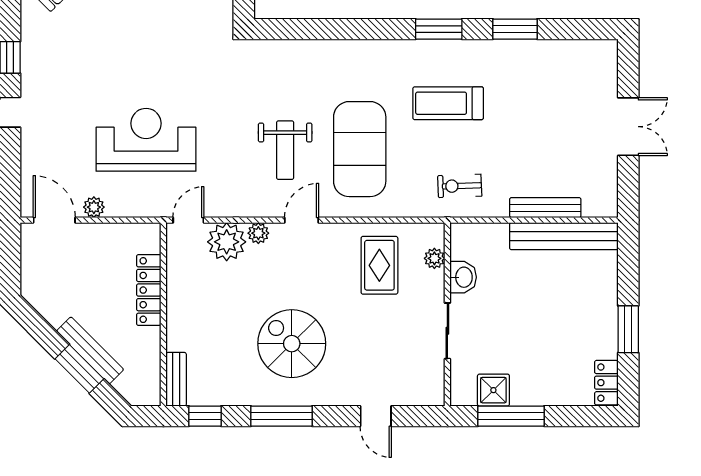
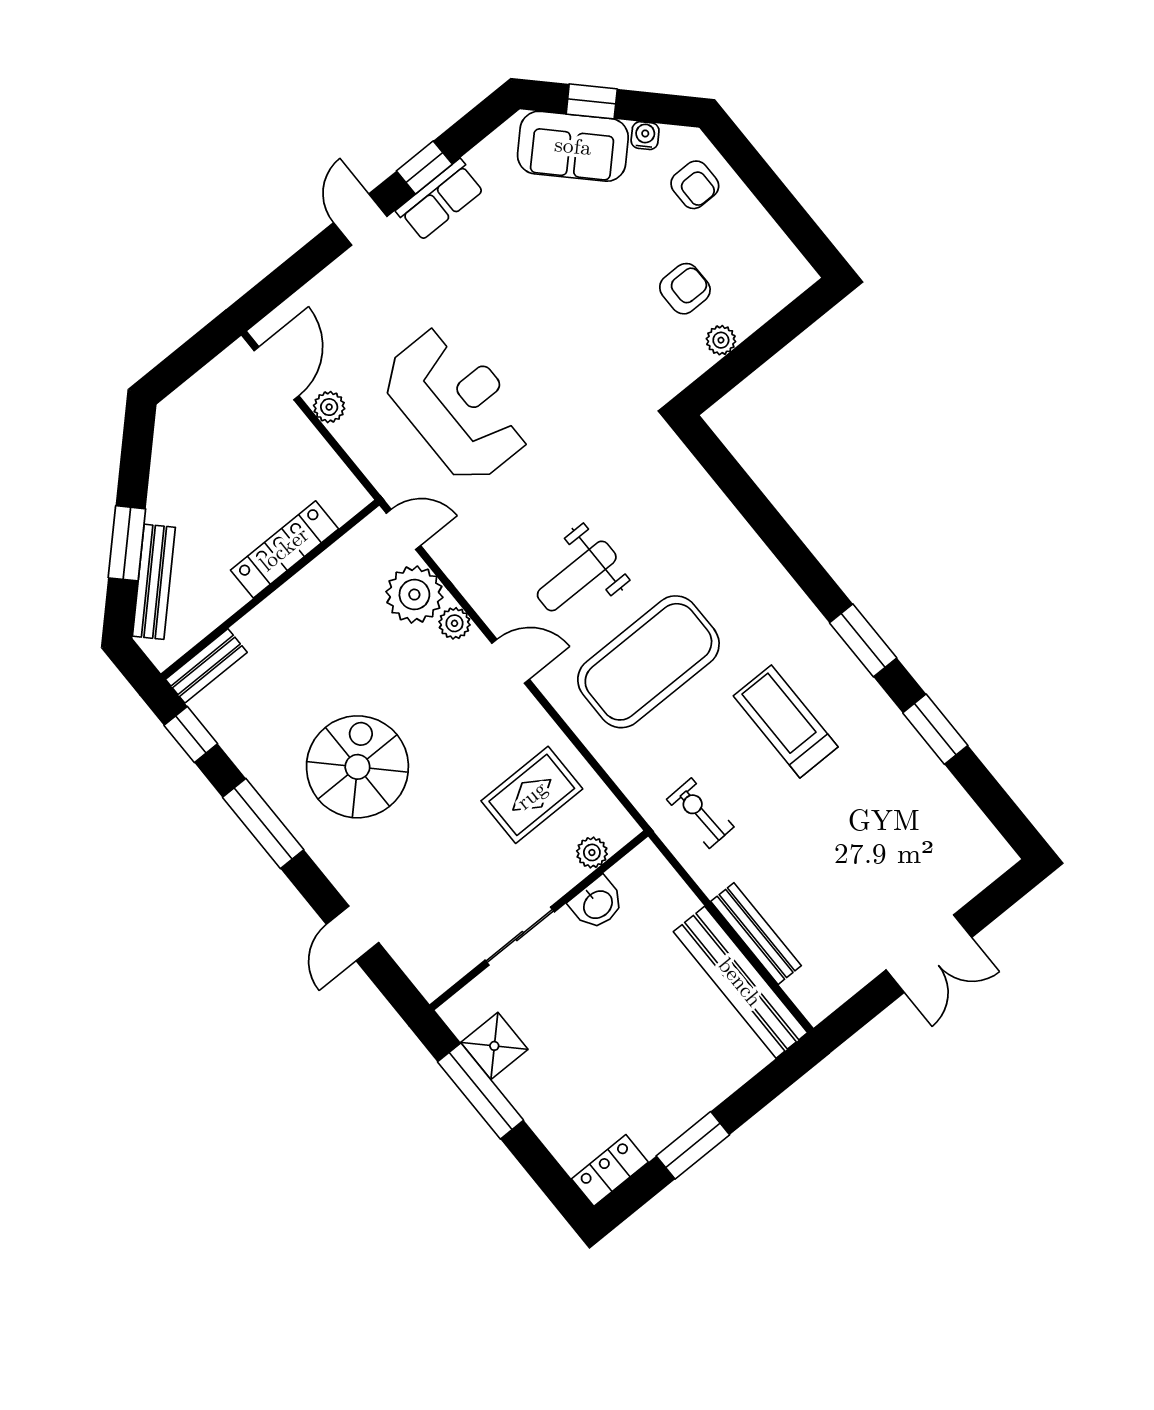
row of seats: (34, 63) -> (440, 200), added
bench: (90, 350) -> (154, 582), moved

